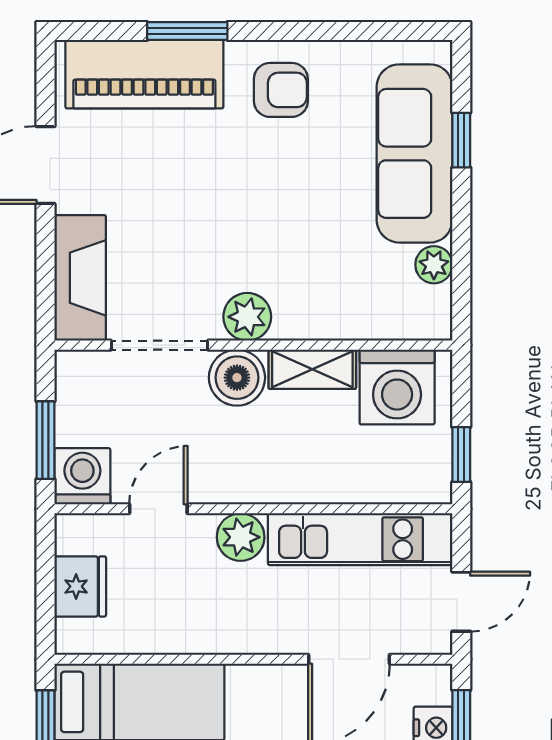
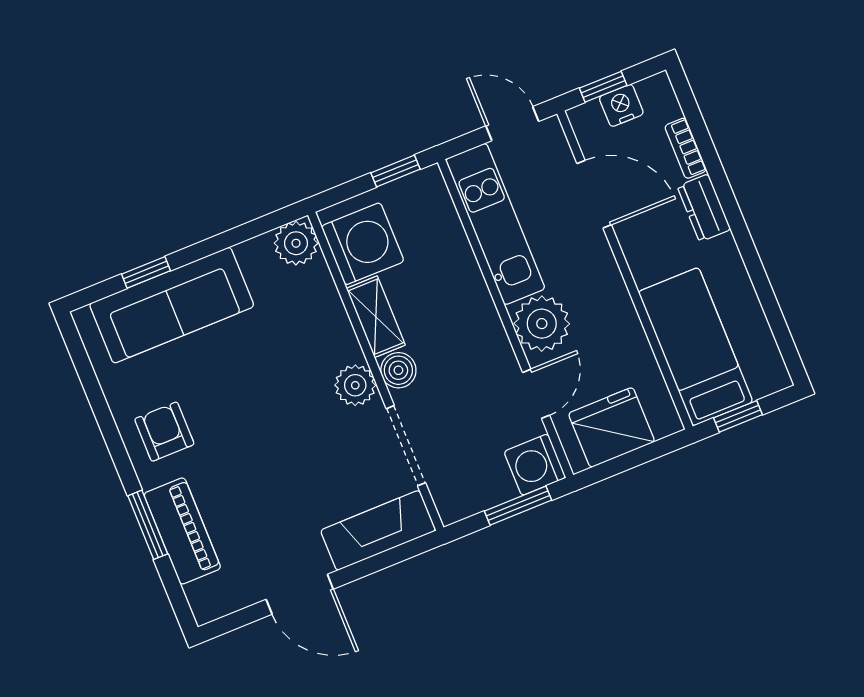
piano: (144, 74) -> (182, 531), width x0.73, depth x0.75
plant: (434, 265) -> (296, 243), moved, width x1.38, depth x1.38
boiler: (237, 378) -> (398, 370), width x0.73, depth x0.73
door: (158, 509) -> (536, 394), swing flipped
plant: (241, 537) -> (542, 324), width x1.36, depth x1.36
fridge: (80, 586) -> (612, 427), width x1.36, depth x1.34

